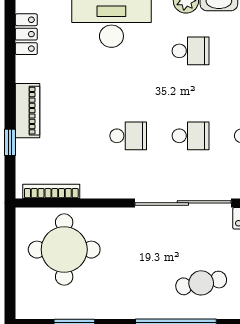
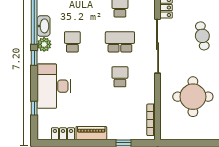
piano: (28, 111) -> (91, 133), moved
school desk: (190, 136) -> (120, 42), width x1.85
round table: (64, 250) -> (193, 97), moved

